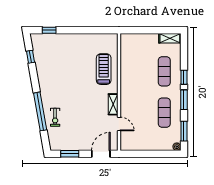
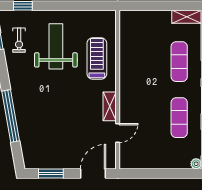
weight bench: (73, 60) -> (56, 46), added
exercise bike: (55, 117) -> (19, 40), moved
door: (119, 124) -> (118, 133), hinge flipped

